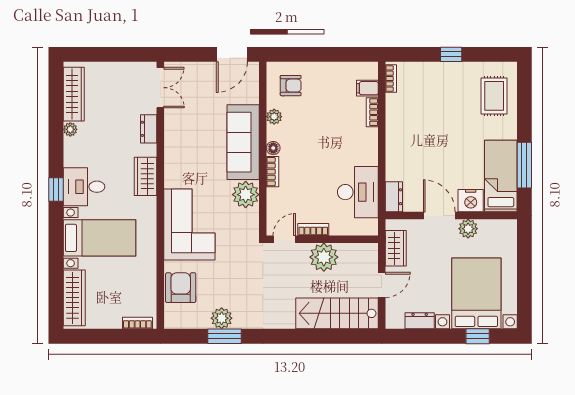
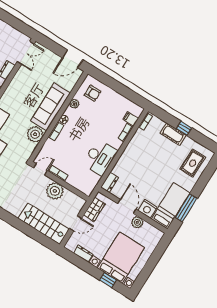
cot: (441, 72) -> (173, 134), added
desk: (358, 192) -> (100, 158), moved

